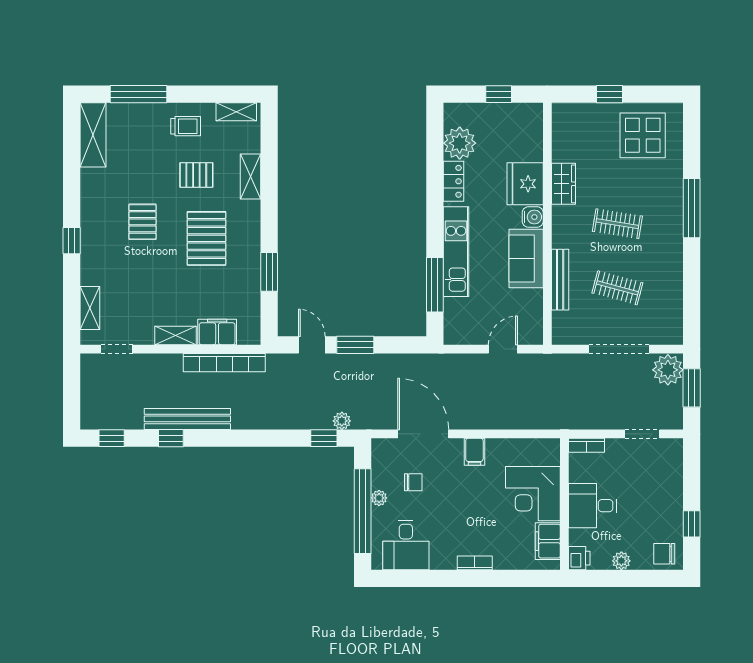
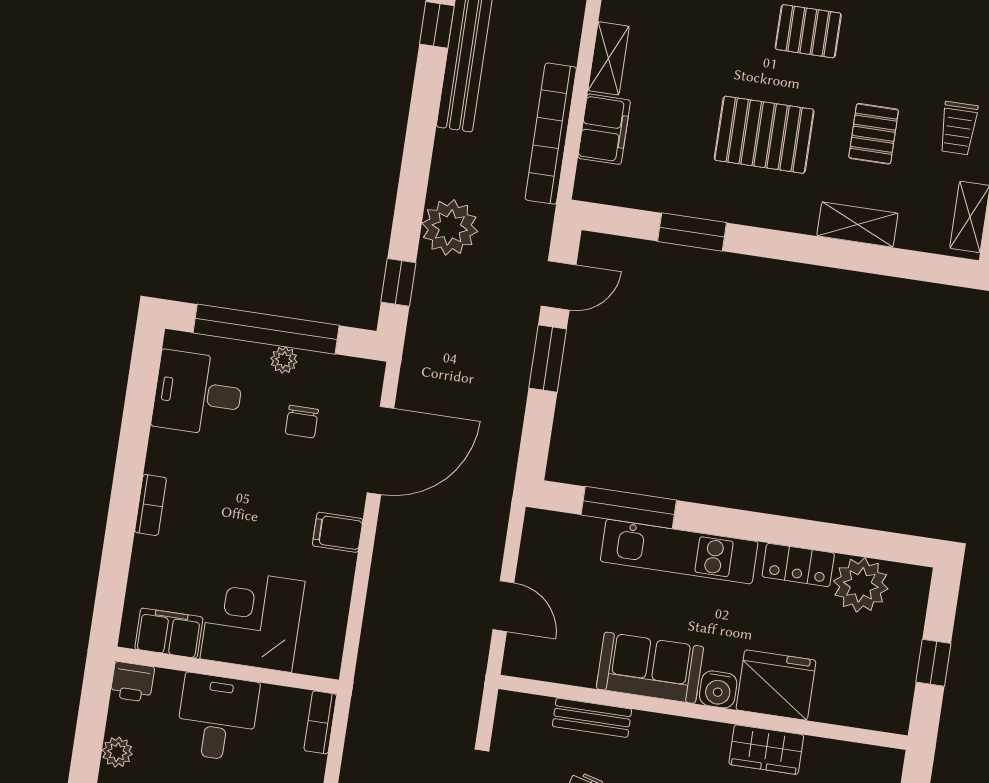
bench: (560, 280) -> (592, 718), width x0.73
plant: (342, 421) -> (450, 227), moved, width x1.87, depth x1.87

